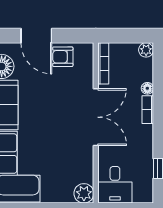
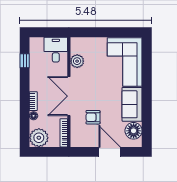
plant: (146, 50) -> (39, 138), width x1.88, depth x1.88
armchair: (63, 57) -> (93, 117), moved, turned 180
plant: (84, 193) -> (77, 61), moved

